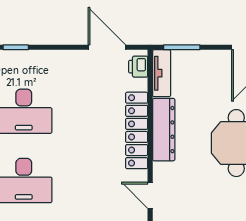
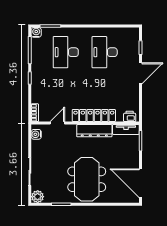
door: (107, 47) -> (140, 73), moved

